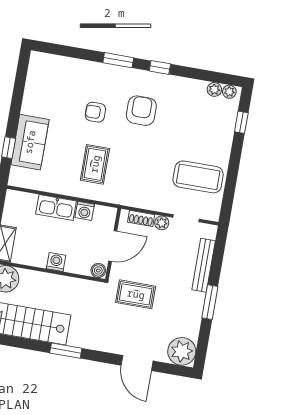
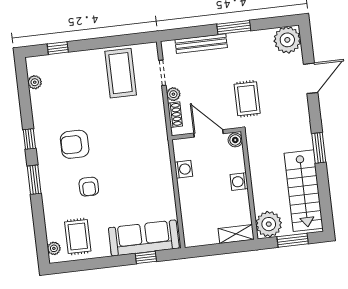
plant: (229, 92) -> (54, 248), moved
sofa: (30, 142) -> (144, 238), width x1.36
rug: (95, 164) -> (78, 236), moved, turned 90
kitchen sink: (56, 207) -> (188, 197), removed

